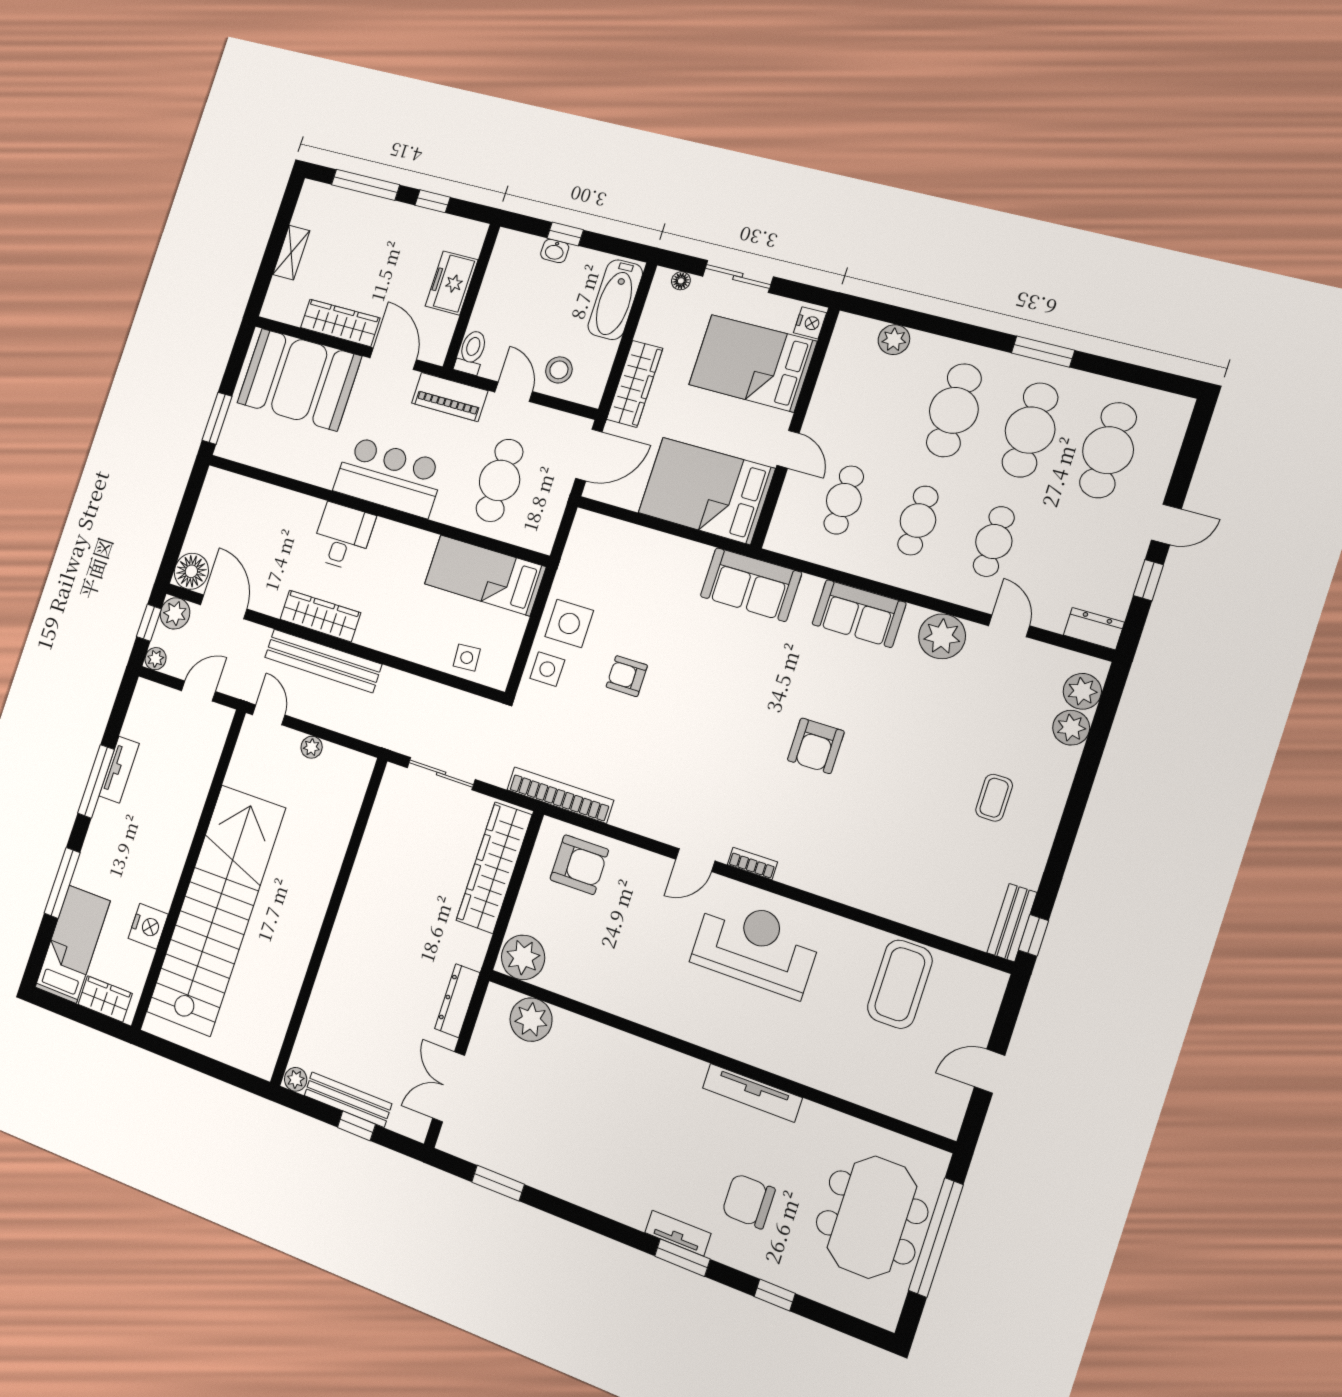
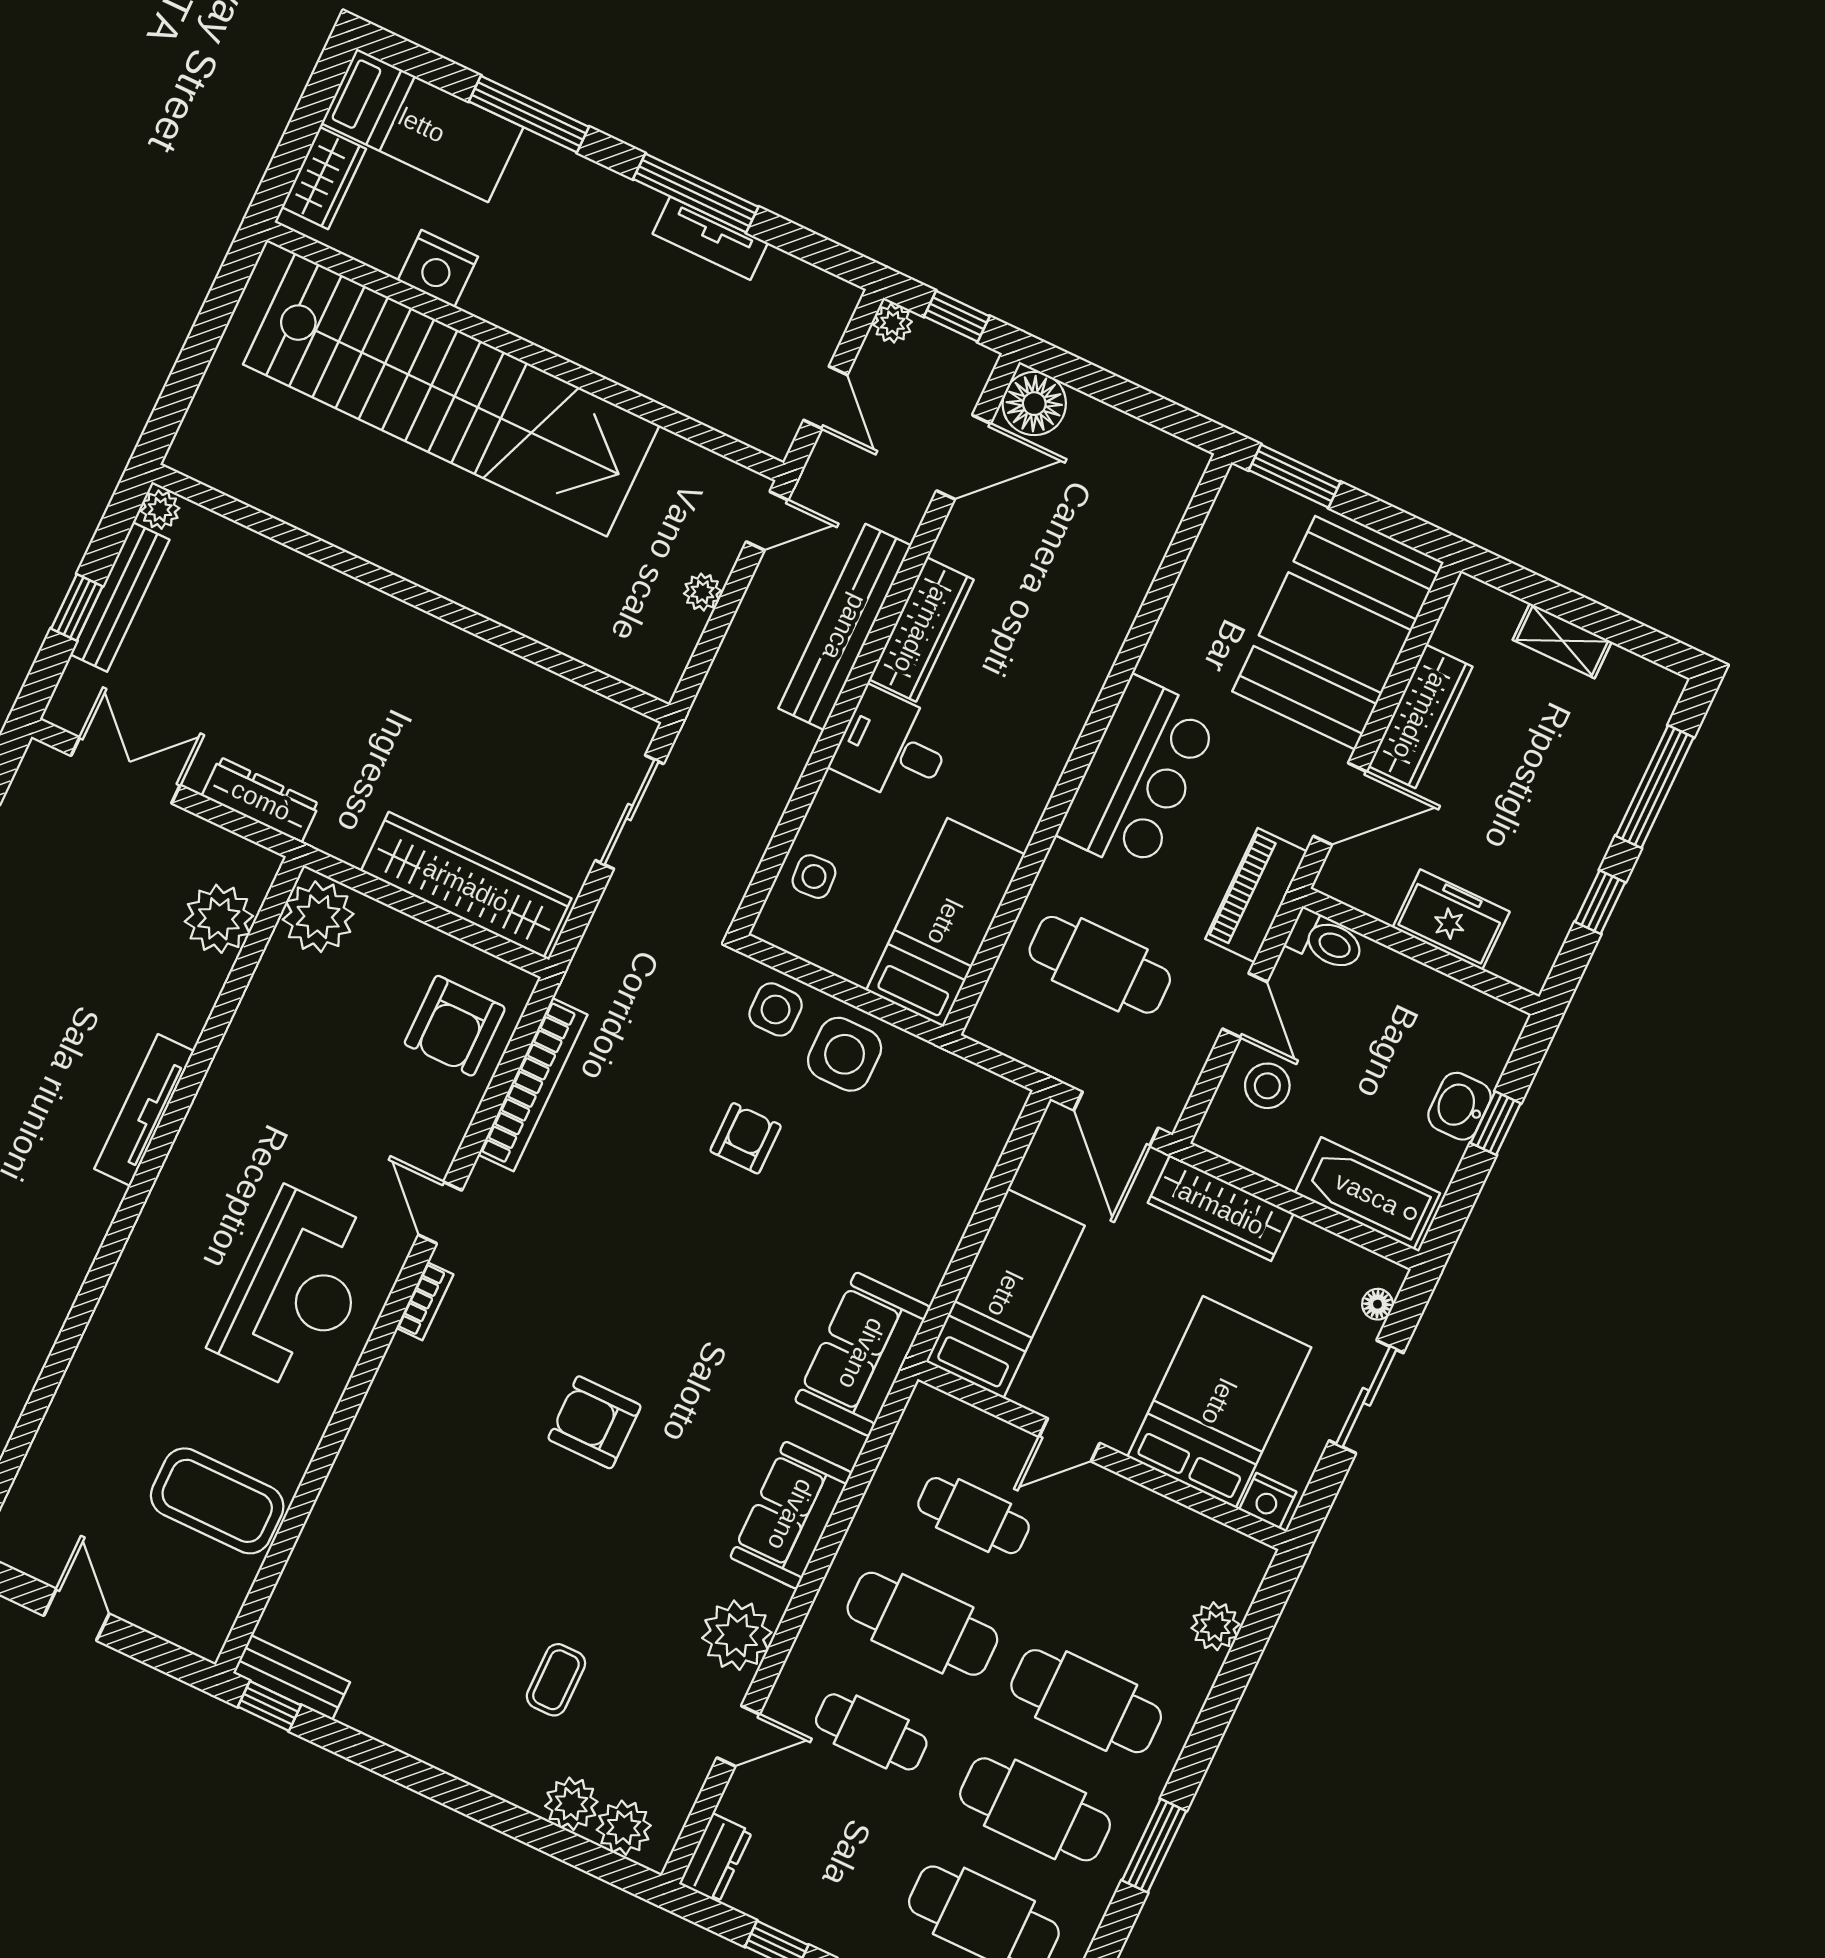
washbasin: (555, 251) -> (1460, 1106), width x1.38, depth x1.45
door: (514, 392) -> (1245, 1005), hinge flipped
bed: (706, 491) -> (1005, 1294), width x0.67
cafe table: (918, 521) -> (922, 1624), width x1.37, depth x1.35
desk: (343, 536) -> (893, 747), moved, turned 180
plant: (175, 613) -> (966, 366), removed
bookcase: (560, 795) -> (533, 1085), moved
coffee table: (994, 798) -> (556, 1680), moved, turned 90
tv unit: (752, 1093) -> (144, 1110), moved

